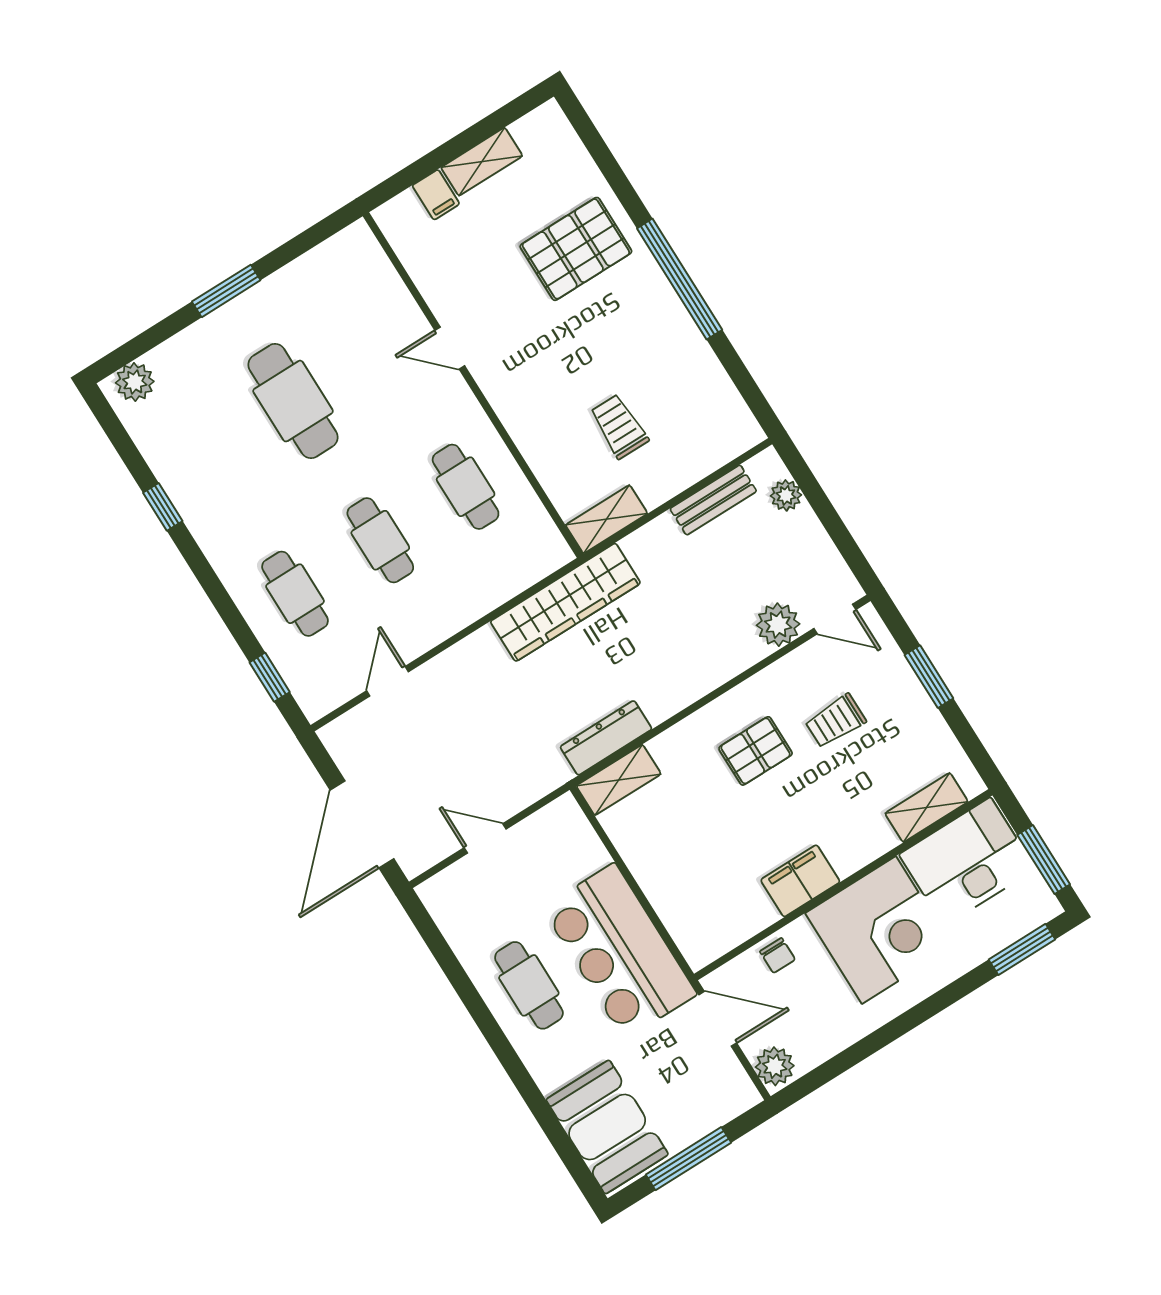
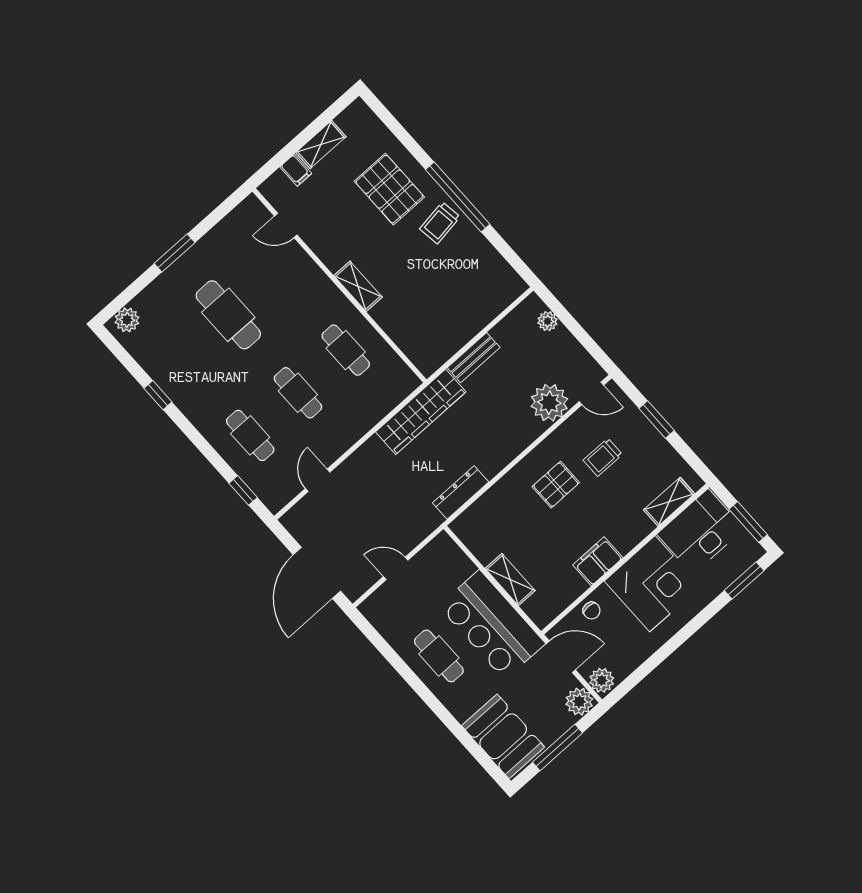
pallet: (576, 249) -> (389, 189), turned 90
door: (450, 348) -> (286, 225), moved
trolley: (619, 426) -> (440, 223), moved, turned -98
bench: (713, 500) -> (474, 358), moved
shelving: (606, 519) -> (358, 286), moved, turned 90
plant: (778, 625) -> (549, 403), width x1.36, depth x1.36
shelving: (619, 780) -> (510, 580), moved, turned 90
plant: (734, 1093) -> (579, 702), added

